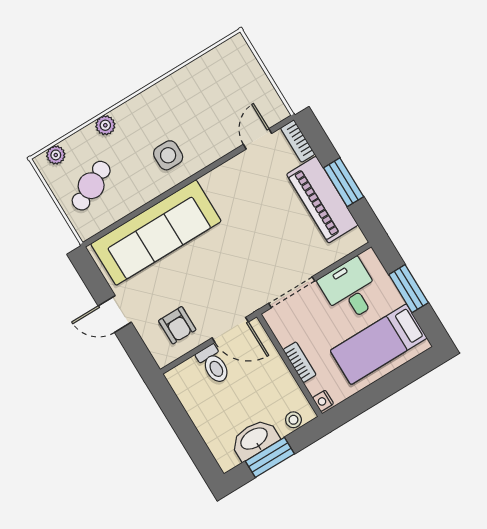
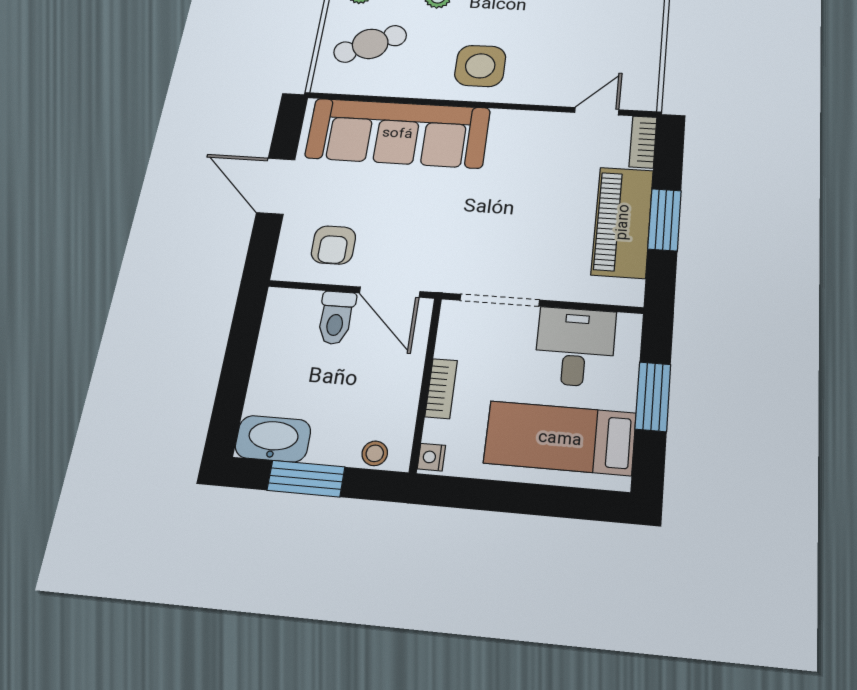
side table: (168, 155) -> (480, 66), width x1.37, depth x1.37
door: (115, 314) -> (276, 186), width x1.38
washbasin: (254, 439) -> (273, 439), moved

